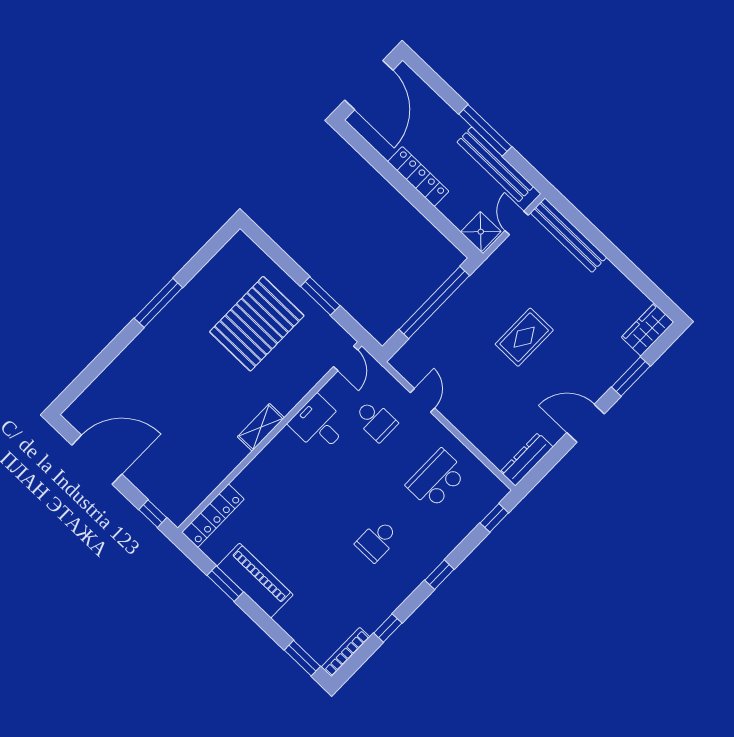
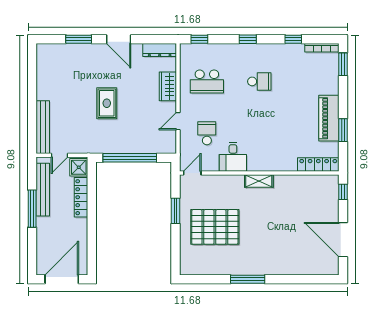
locker: (418, 176) -> (81, 197), moved
wardrobe: (648, 330) -> (168, 86), moved, turned 90
rug: (524, 337) -> (107, 103), turned 90

